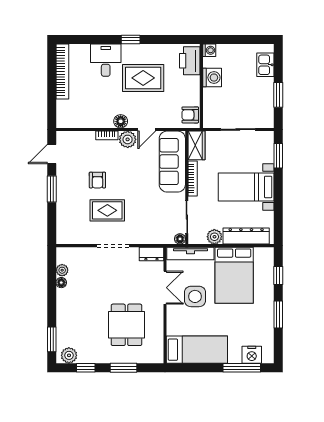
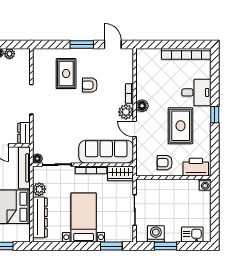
washing machine: (212, 78) -> (156, 234), moved, turned 180
armchair: (190, 115) -> (165, 163), moved, turned -90
rug: (107, 210) -> (66, 74), moved

